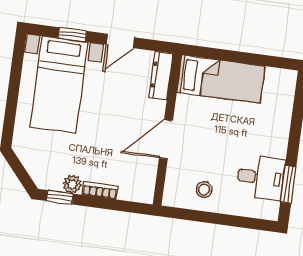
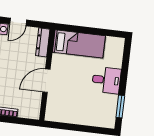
desk: (261, 178) -> (106, 80), moved
stool: (204, 190) -> (70, 110), removed

